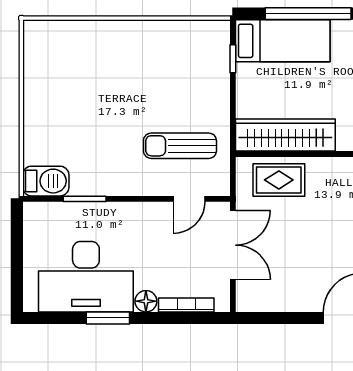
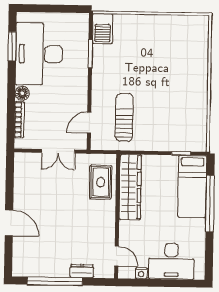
door: (189, 199) -> (89, 123), hinge flipped
double door: (233, 245) -> (58, 151), width x0.73
window: (108, 318) -> (12, 46), moved

